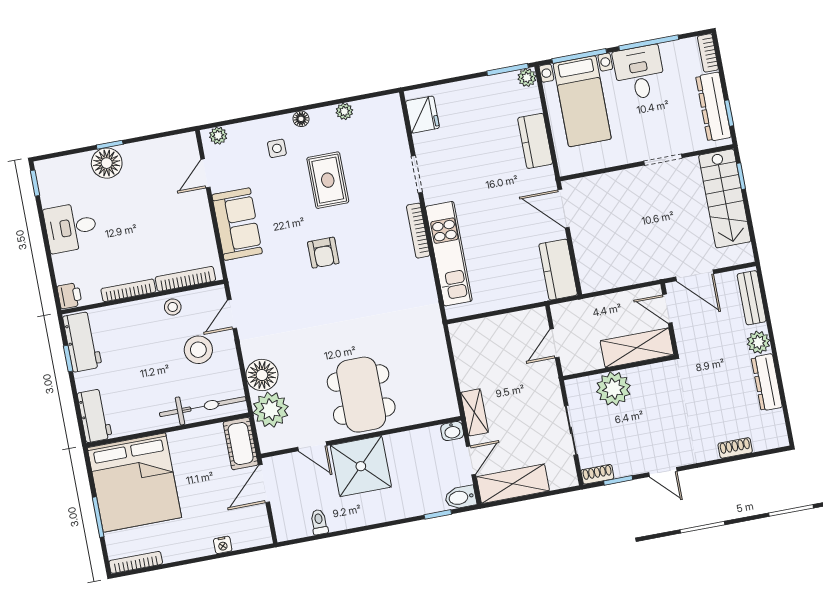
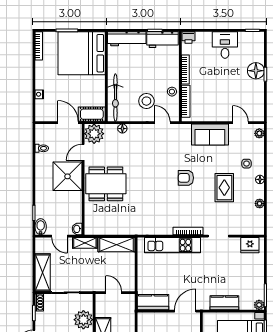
rug: (328, 180) -> (224, 188), turned 90
shelving: (467, 355) -> (116, 245), added
floor lamp: (262, 375) -> (122, 129), width x0.53, depth x0.53
plant: (271, 410) -> (94, 134), moved
workbench: (95, 416) -> (127, 39), width x1.38
shelving: (513, 484) -> (43, 273), moved

